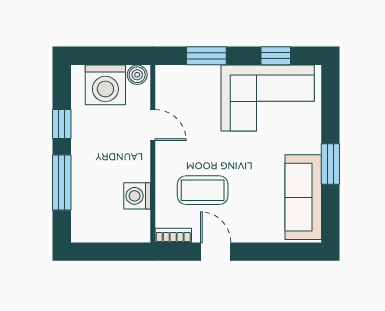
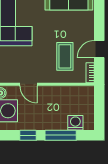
door: (153, 125) -> (29, 84), swing flipped
washing machine: (137, 196) -> (75, 123), moved, turned 180

